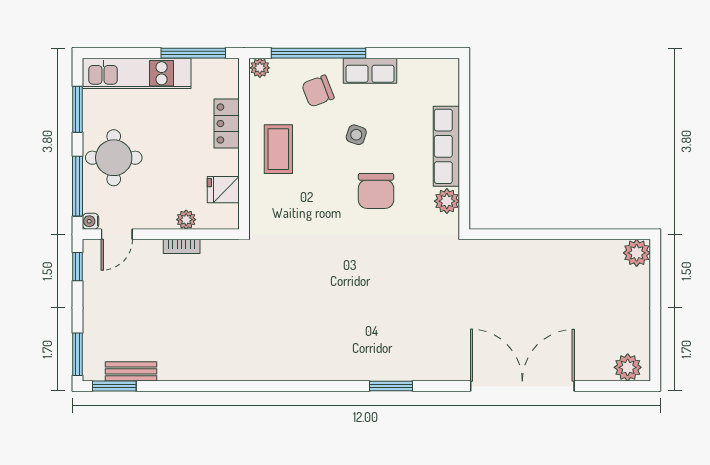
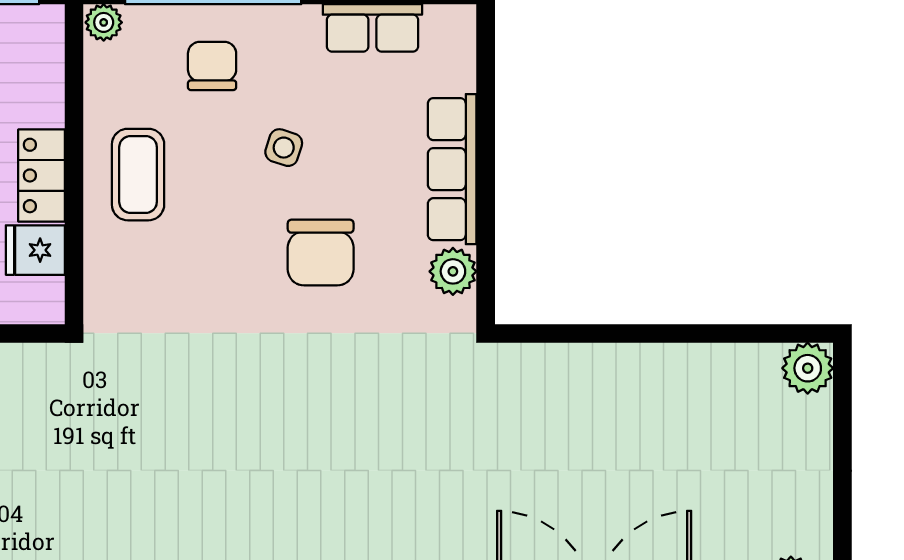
row of seats: (370, 71) -> (372, 28), moved
chair: (318, 91) -> (212, 66), turned 111
locker: (227, 124) -> (42, 175), moved

